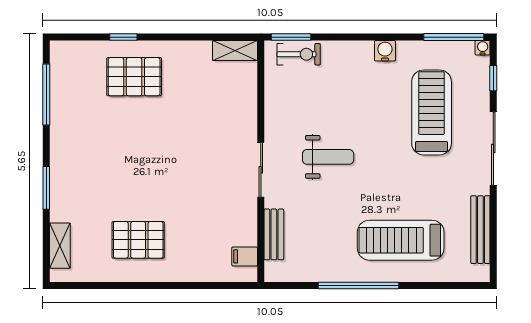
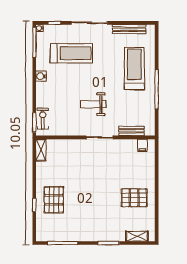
treadmill: (432, 112) -> (71, 53), turned 180
weight bench: (328, 157) -> (93, 104), turned -90
pallet: (138, 240) -> (134, 198), turned 90
treadmill: (401, 240) -> (134, 68), turned 180

